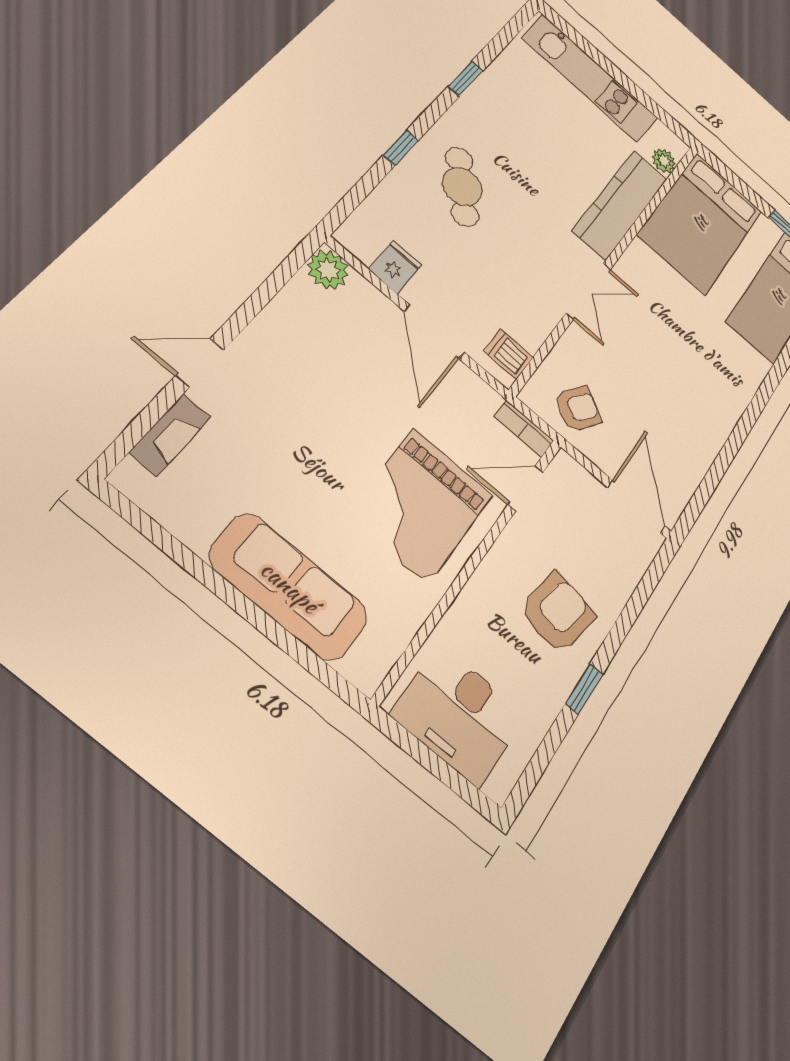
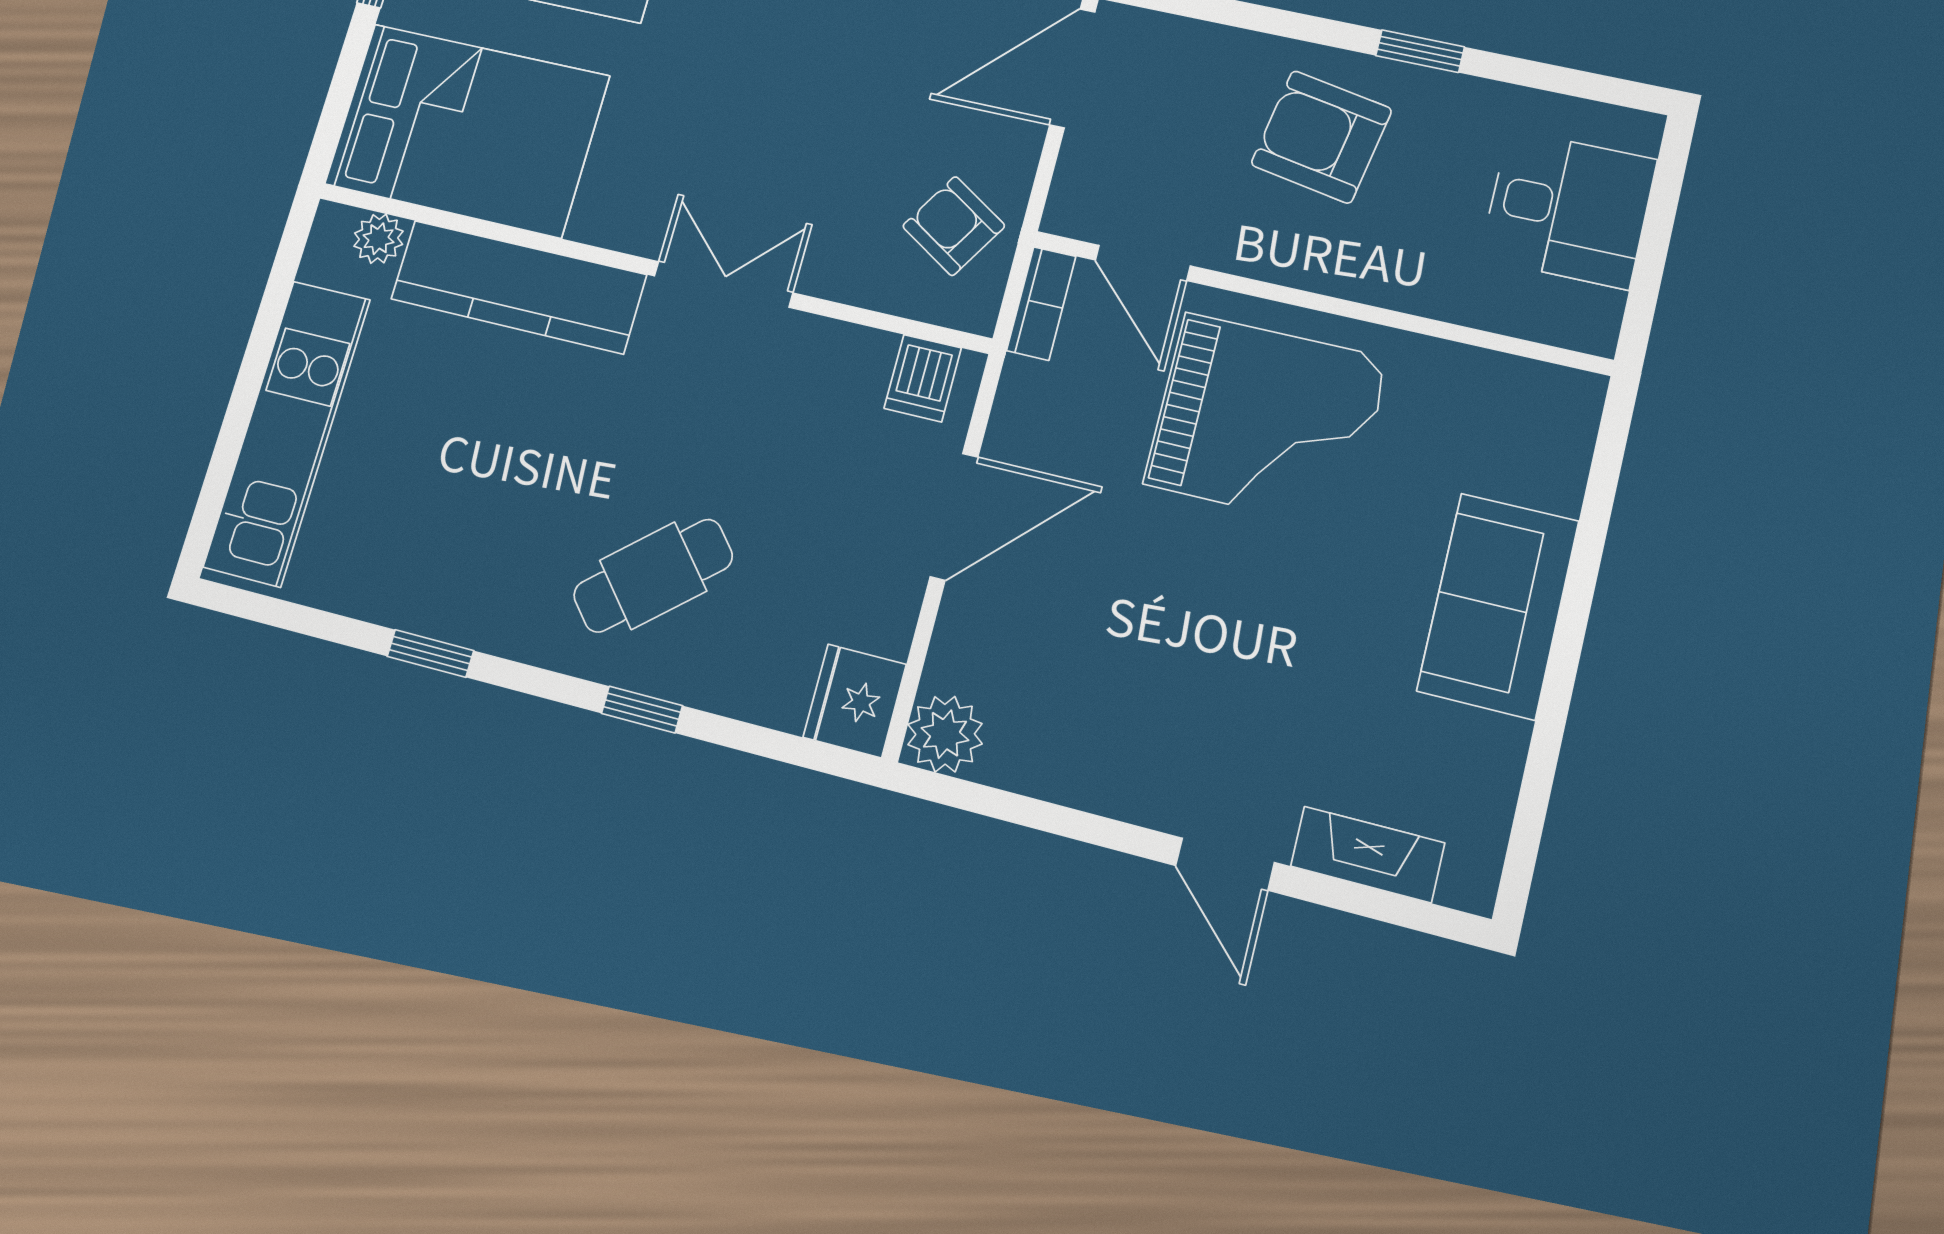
fridge: (395, 267) -> (855, 701), moved, width x1.38
sofa: (289, 587) -> (1498, 606), width x0.73
desk: (459, 715) -> (1568, 209), width x0.73

